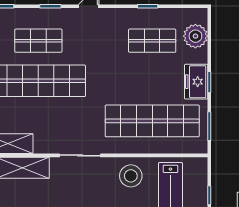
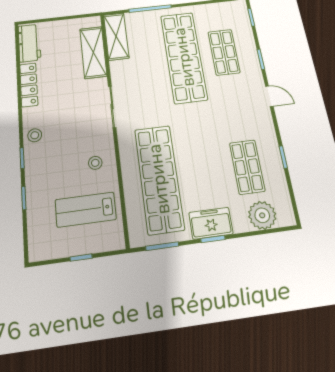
stool: (131, 176) -> (95, 163), width x0.53, depth x0.53

